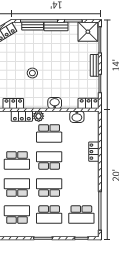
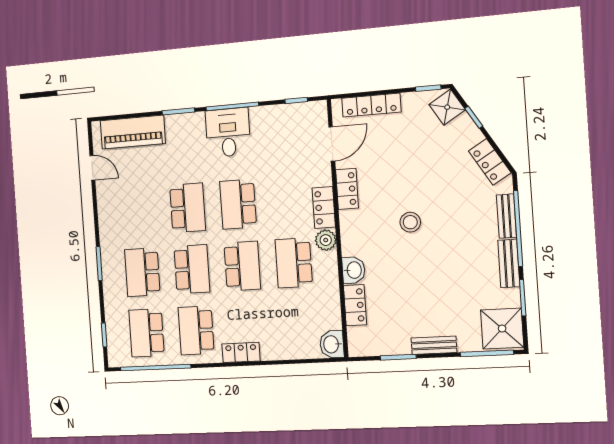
locker: (89, 103) -> (355, 305), moved
washbasin: (77, 117) -> (332, 344), moved
locker: (94, 152) -> (241, 352), moved
school desk: (17, 215) -> (196, 330), moved, turned 180

